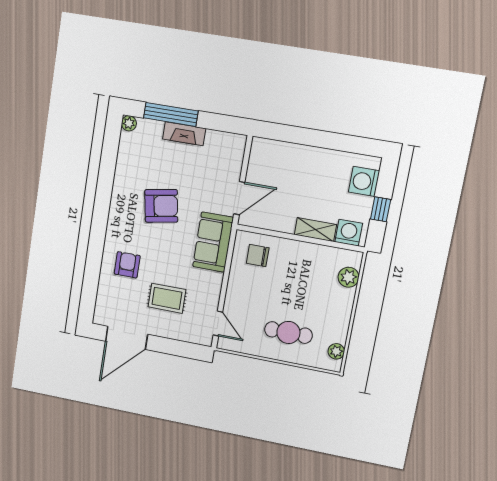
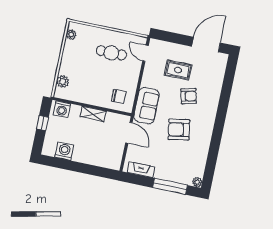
fireplace: (184, 134) -> (141, 170), moved
washing machine: (364, 181) -> (64, 151), moved, turned -90
door: (239, 198) -> (129, 133), swing flipped
shelving: (315, 230) -> (93, 114), moved
armchair: (127, 265) -> (189, 96), moved, turned -104
cafe table: (288, 332) -> (111, 53), moved

